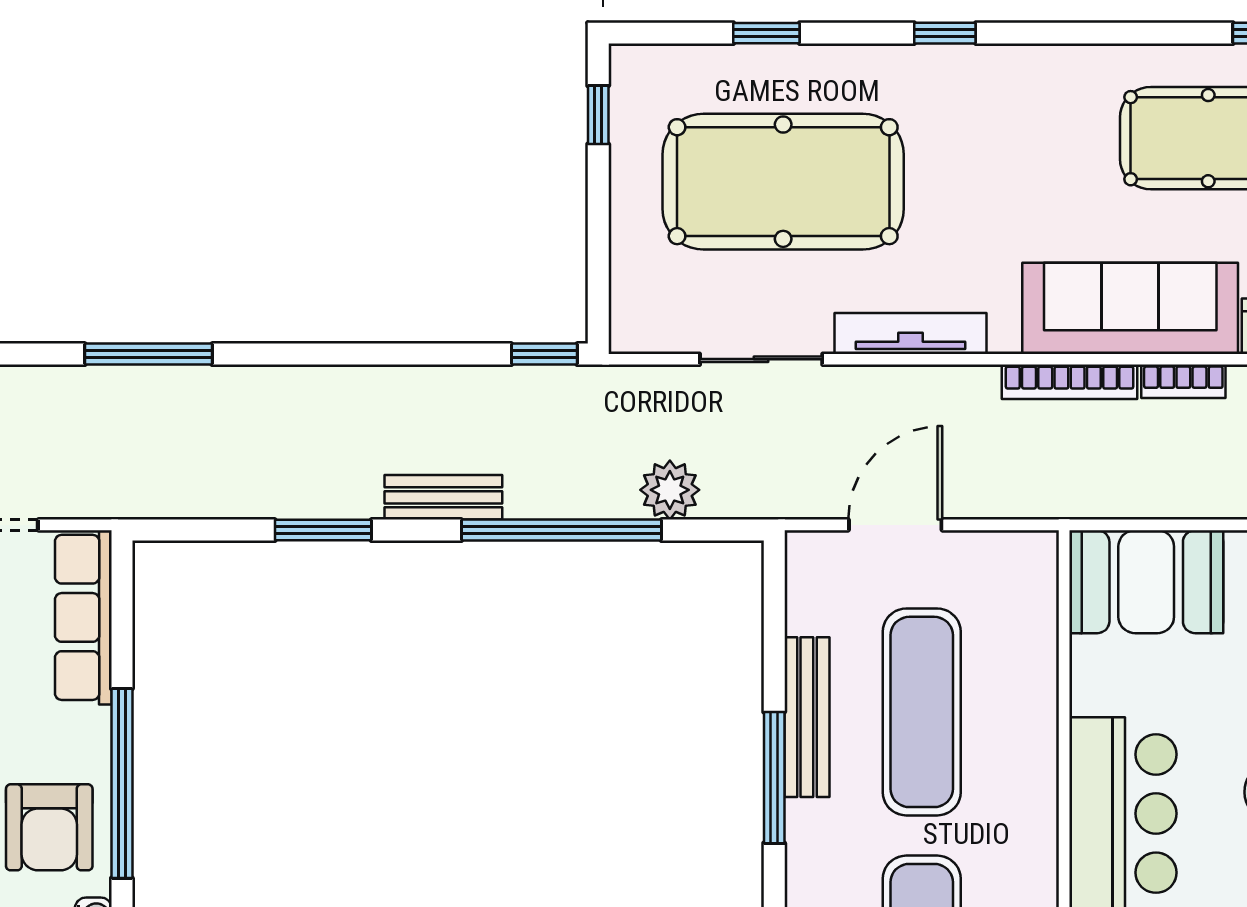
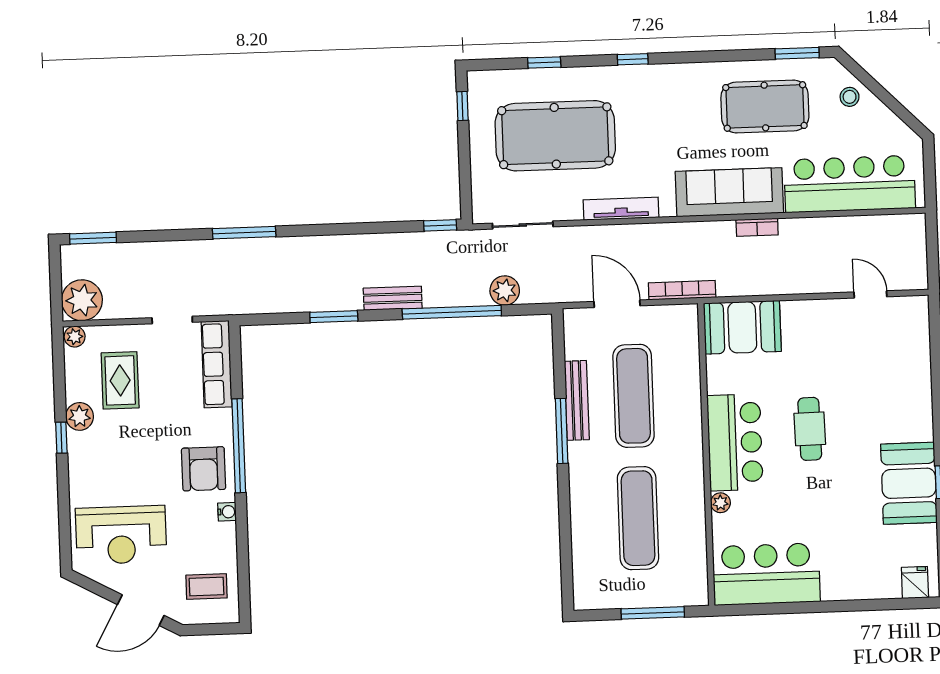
sliding door: (761, 359) -> (523, 225), moved
bookcase: (1070, 382) -> (682, 290), moved, turned 180
door: (895, 525) -> (617, 304), hinge flipped

